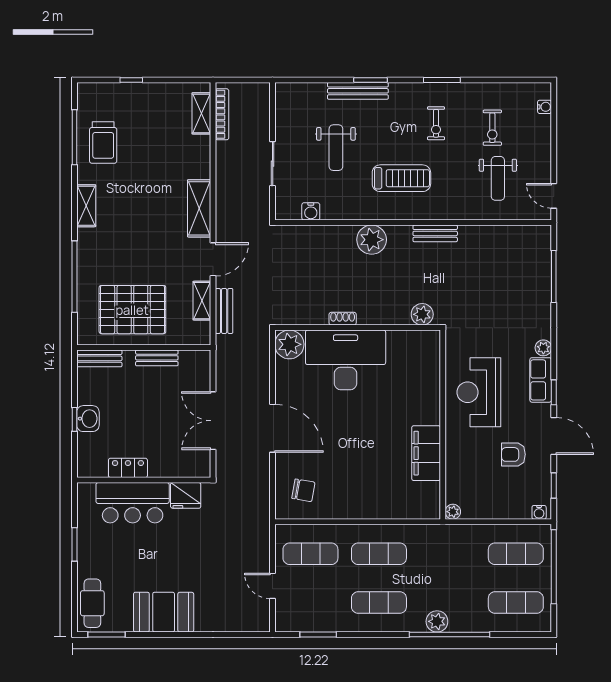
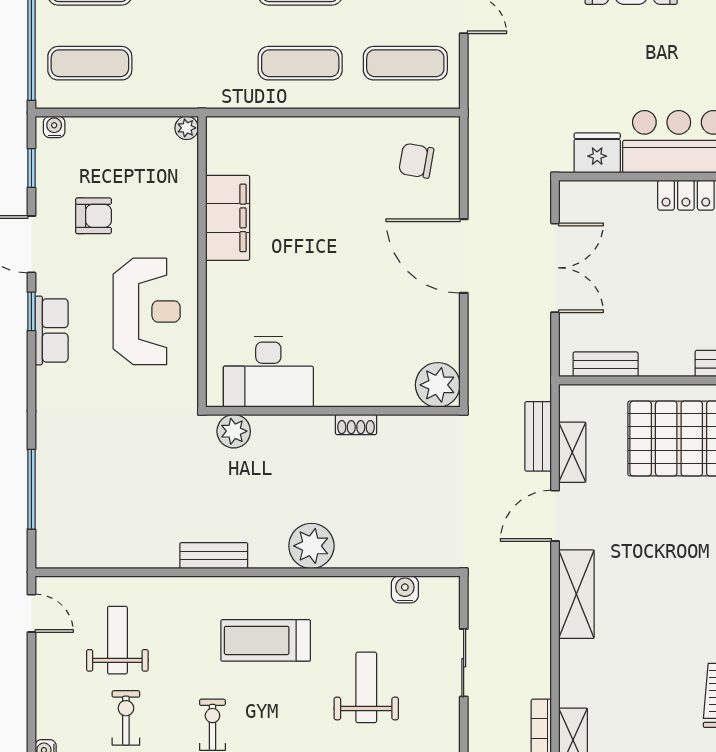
plant: (543, 348) -> (48, 380), removed
bench: (157, 358) -> (606, 364), moved
desk: (346, 360) -> (268, 372), moved, width x0.73, depth x0.77

